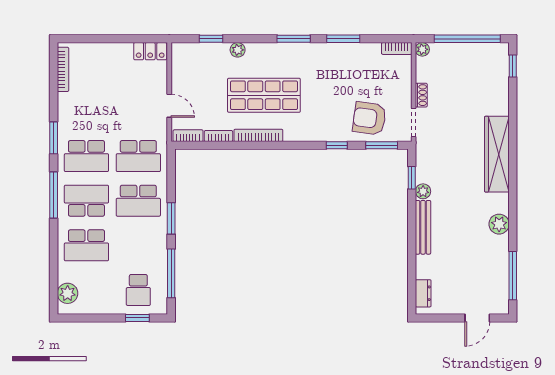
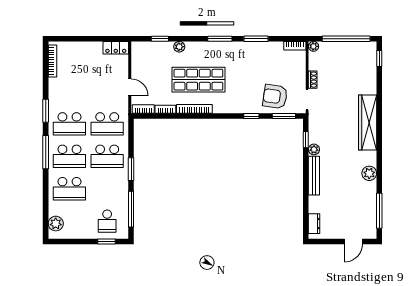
school desk: (86, 201) -> (69, 156), turned 180

